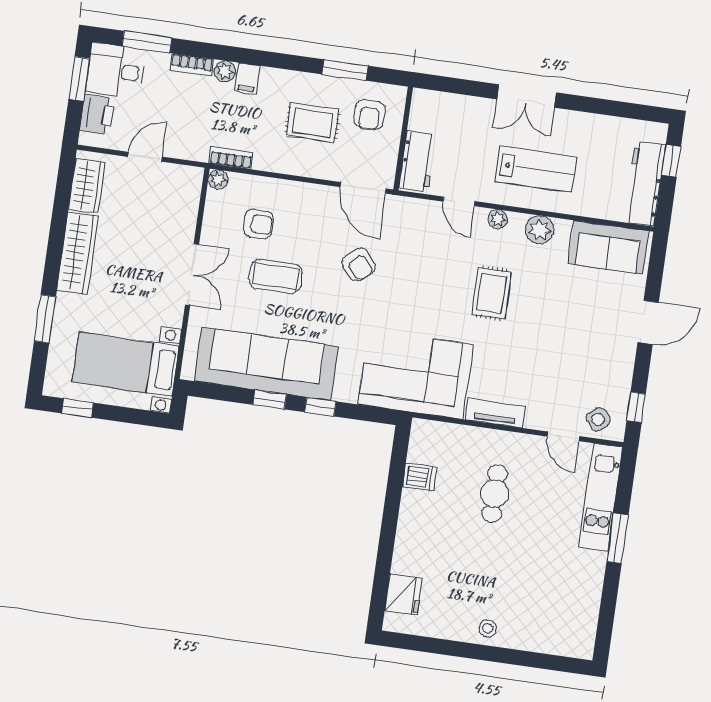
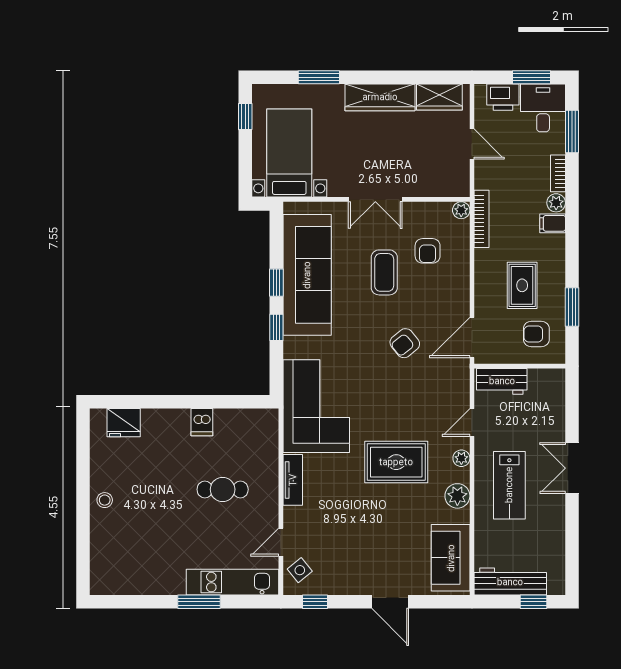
bookcase: (231, 158) -> (482, 219), width x1.56
rug: (492, 293) -> (396, 462), width x1.36, depth x1.43
dishwasher: (420, 477) -> (202, 422), moved

